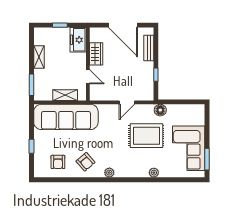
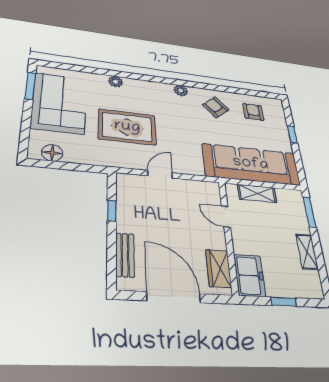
wardrobe: (96, 54) -> (219, 268), moved
floor lamp: (160, 110) -> (52, 153), moved

